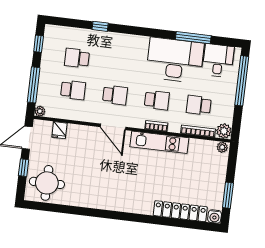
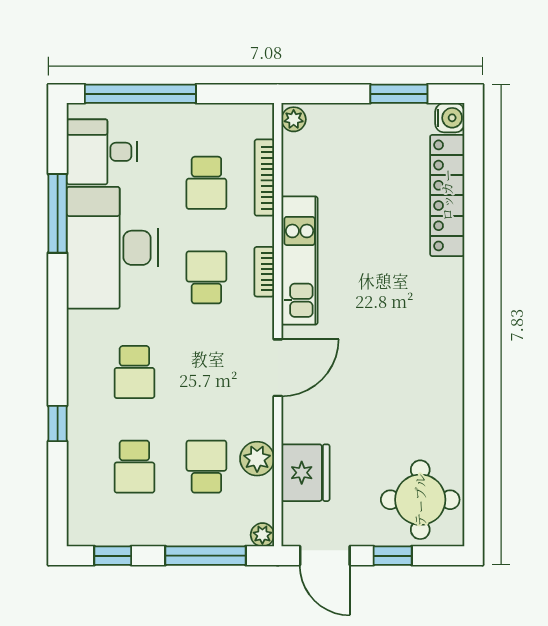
school desk: (115, 95) -> (134, 372), moved, turned 180
fridge: (59, 130) -> (306, 473), width x1.88, depth x1.34
plant: (224, 131) -> (257, 459), moved

